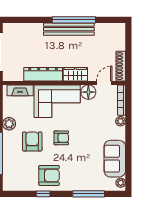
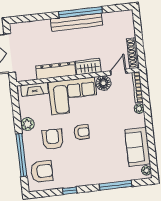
armchair: (49, 176) -> (42, 171), moved

